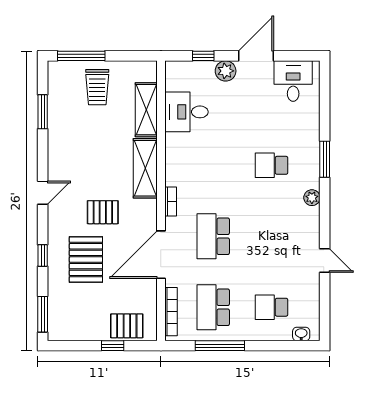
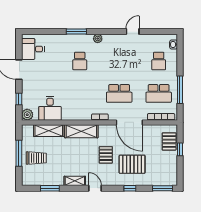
window: (81, 56) -> (19, 153), moved
plant: (226, 71) -> (27, 115), moved
shelving: (56, 156) -> (75, 181), added

